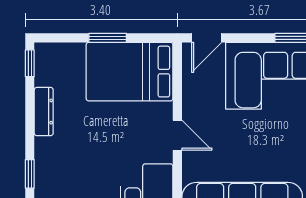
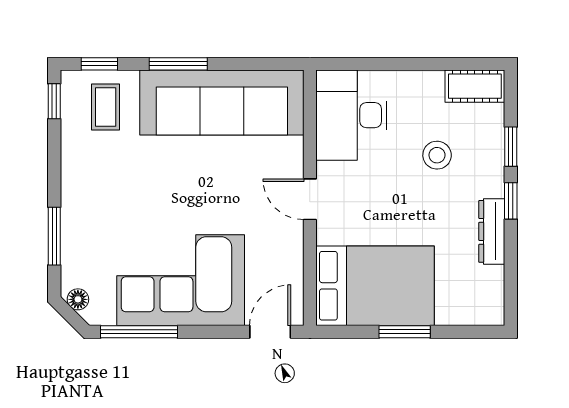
window: (30, 63) -> (511, 201), moved
stool: (84, 168) -> (437, 155), added

